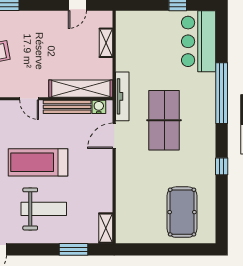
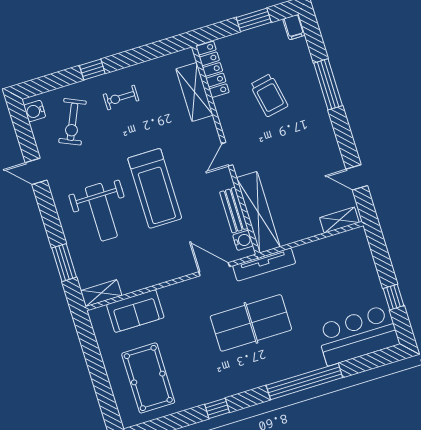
shelving: (106, 43) -> (339, 220), moved
bench: (67, 107) -> (234, 210), width x0.73
treadmill: (38, 162) -> (155, 188), turned 180
sofa: (128, 206) -> (135, 311), added
pool table: (182, 212) -> (148, 378), turned 90

